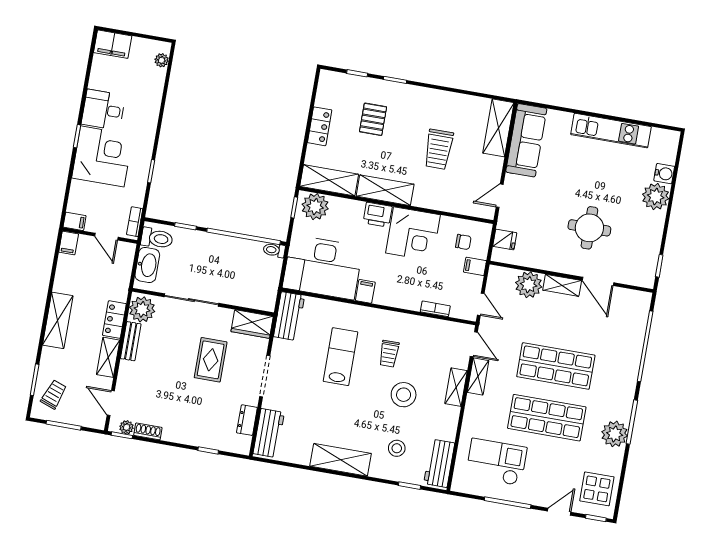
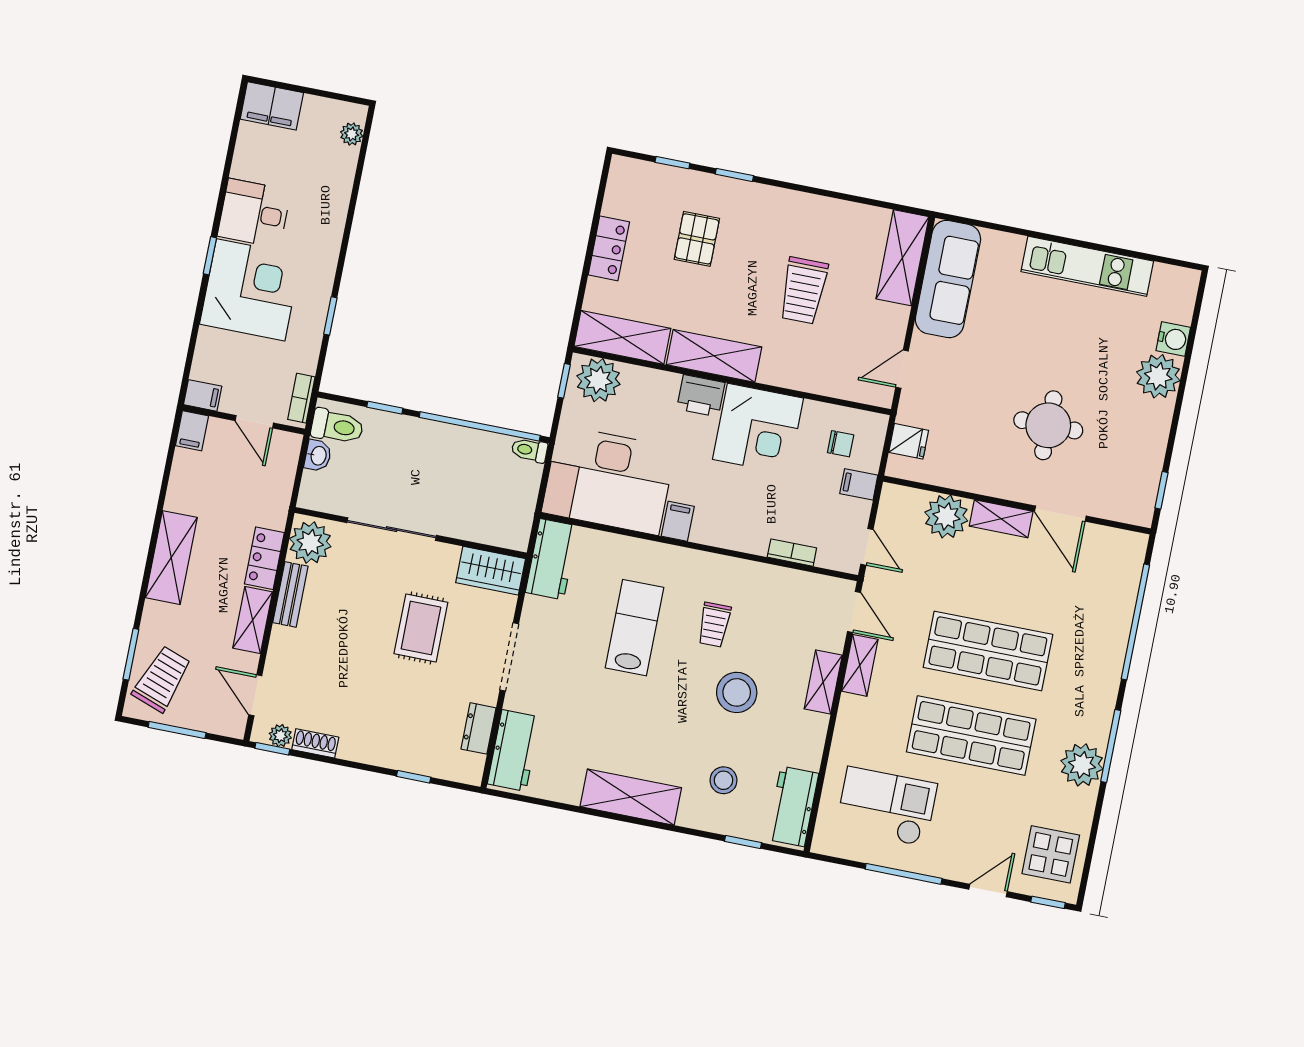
washbasin: (147, 265) -> (318, 456), width x0.52, depth x0.69
trolley: (54, 394) -> (162, 679), width x1.36, depth x1.39

